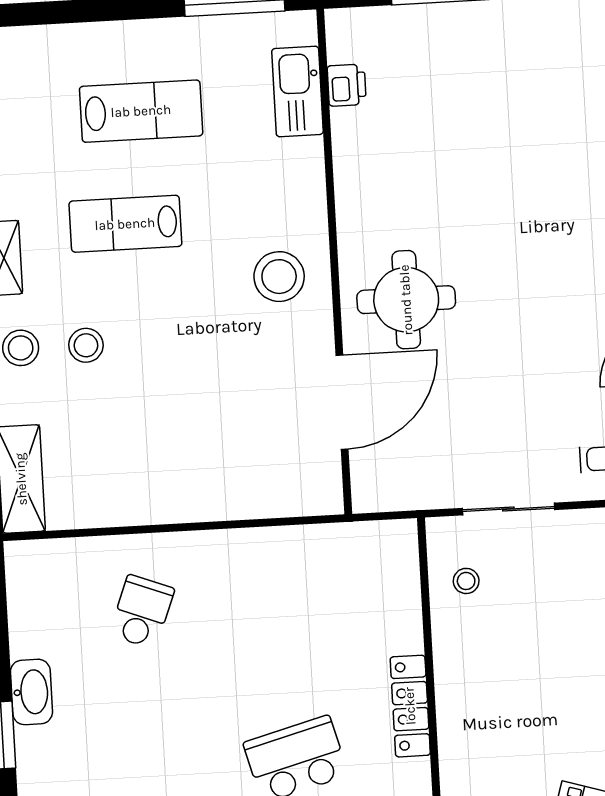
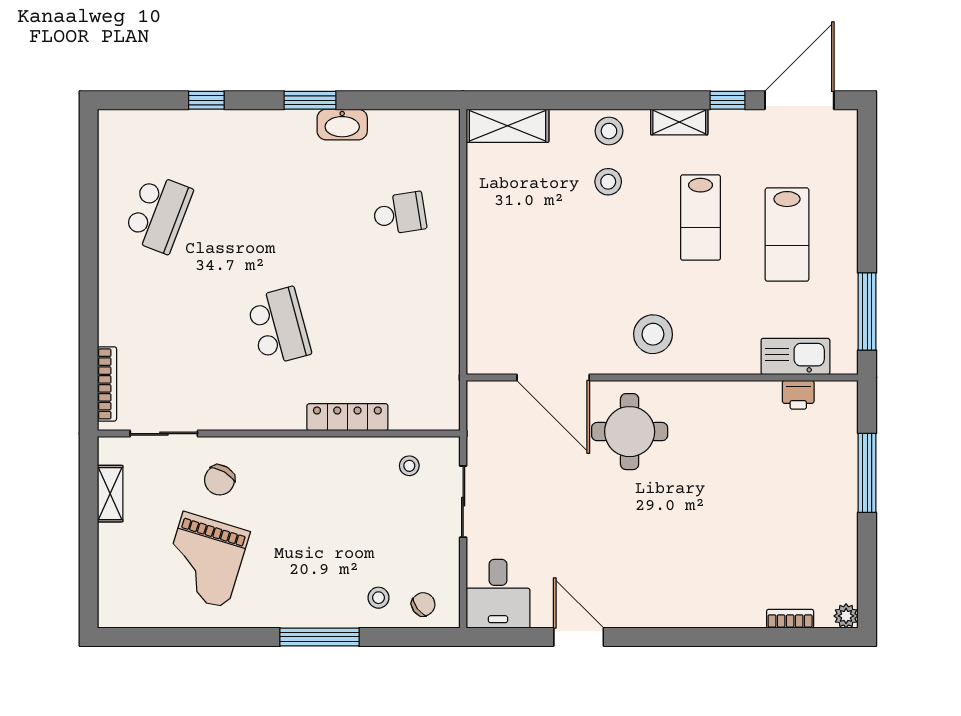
lab bench: (125, 224) -> (701, 218), turned 180
school desk: (142, 612) -> (399, 213), turned -30
locker: (410, 706) -> (347, 417), moved

